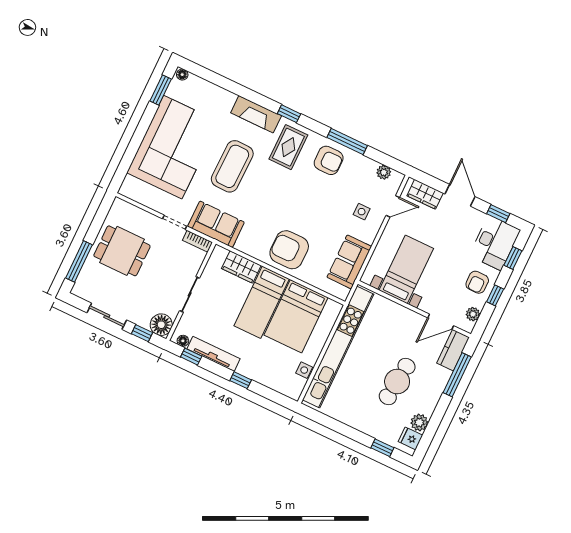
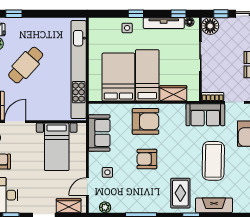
armchair: (329, 160) -> (147, 159), moved
side table: (304, 370) -> (127, 28), moved
cafe table: (397, 382) -> (26, 65), turned 36

